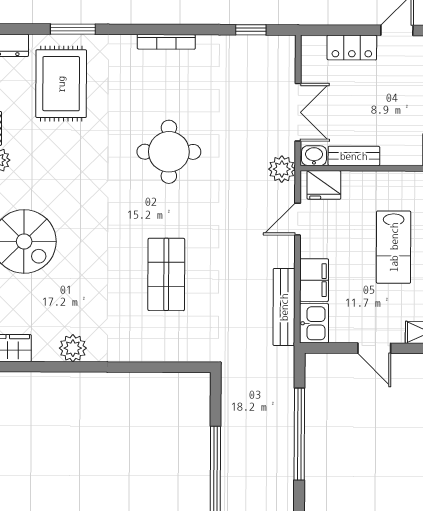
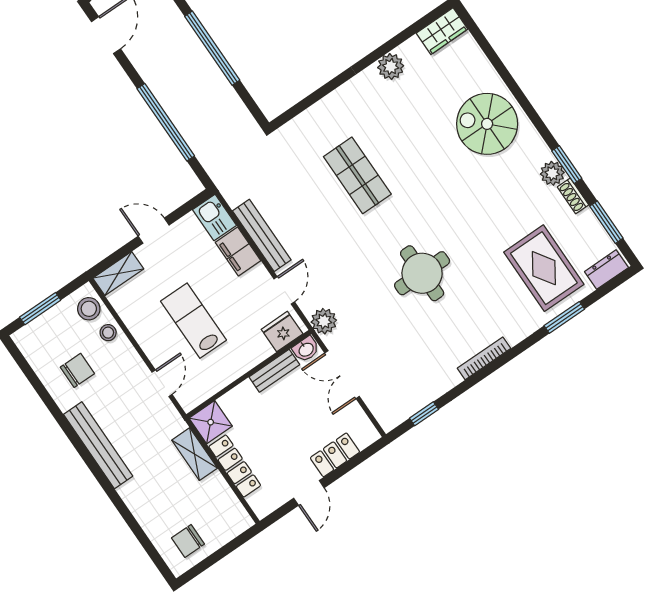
bench: (284, 307) -> (262, 235), moved

